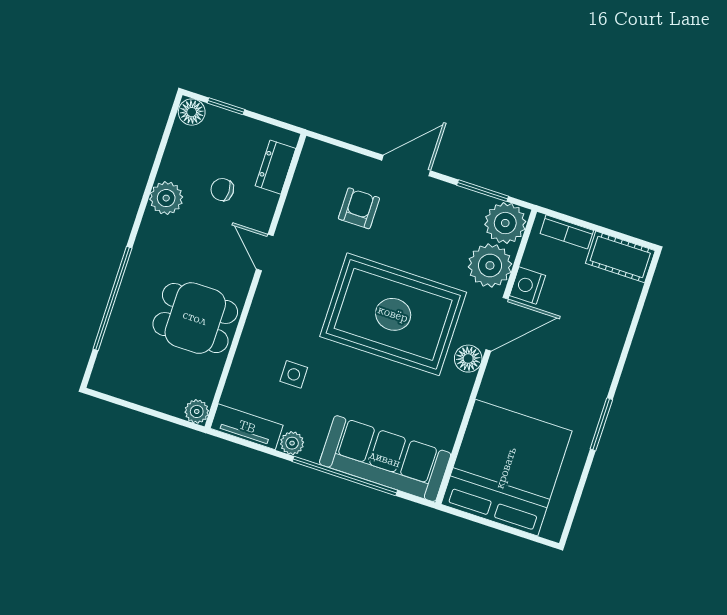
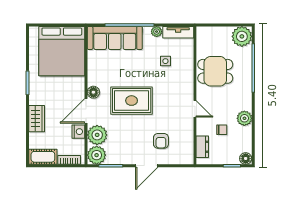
rug: (393, 314) -> (132, 101), width x0.73, depth x0.69
wardrobe: (607, 342) -> (37, 119), added
plant: (197, 411) -> (242, 36), moved, width x1.87, depth x1.87

